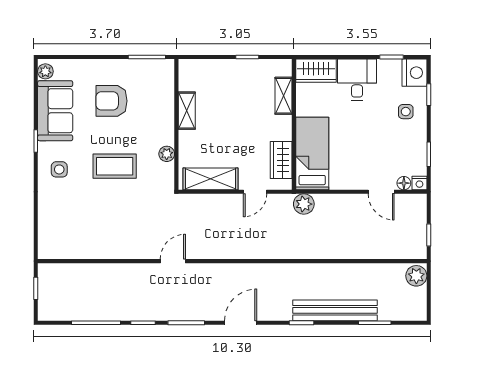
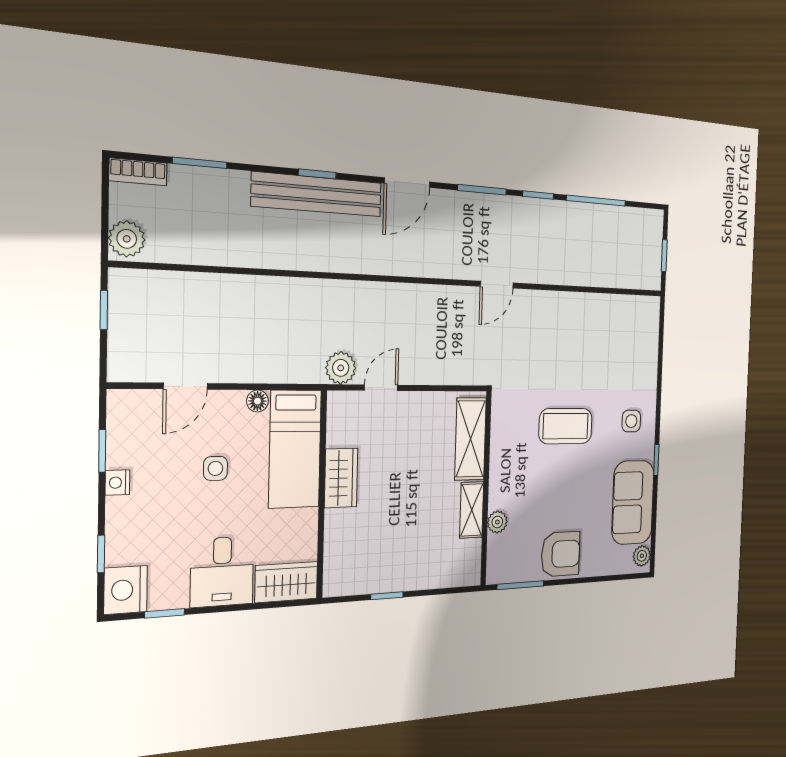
shelving: (284, 96) -> (336, 539), removed
armchair: (111, 101) -> (561, 554), moved
side table: (406, 112) -> (215, 468), moved
plant: (167, 154) -> (497, 522), moved
wardrobe: (281, 160) -> (341, 478), moved
shelving: (210, 179) -> (470, 439), moved, turned 90
floor lamp: (404, 183) -> (257, 401), moved
nightstand: (419, 183) -> (117, 483), moved, turned -90
door: (381, 192) -> (185, 386), swing flipped
plant: (304, 204) -> (341, 368), moved
bench: (335, 310) -> (317, 194), moved
bookcase: (410, 314) -> (138, 172), added

